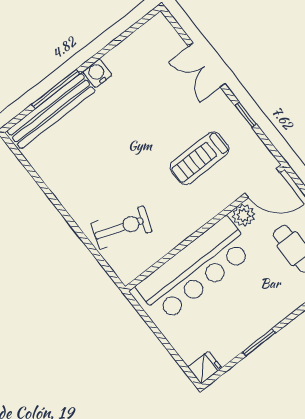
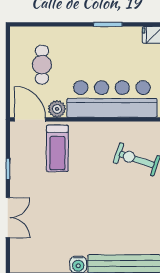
treadmill: (199, 158) -> (57, 148), moved, turned 90

